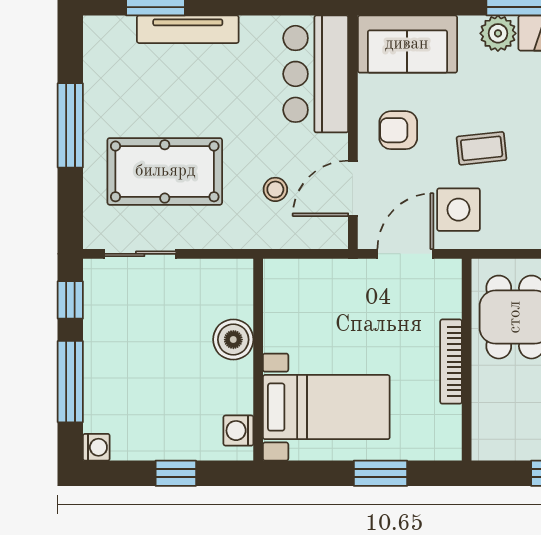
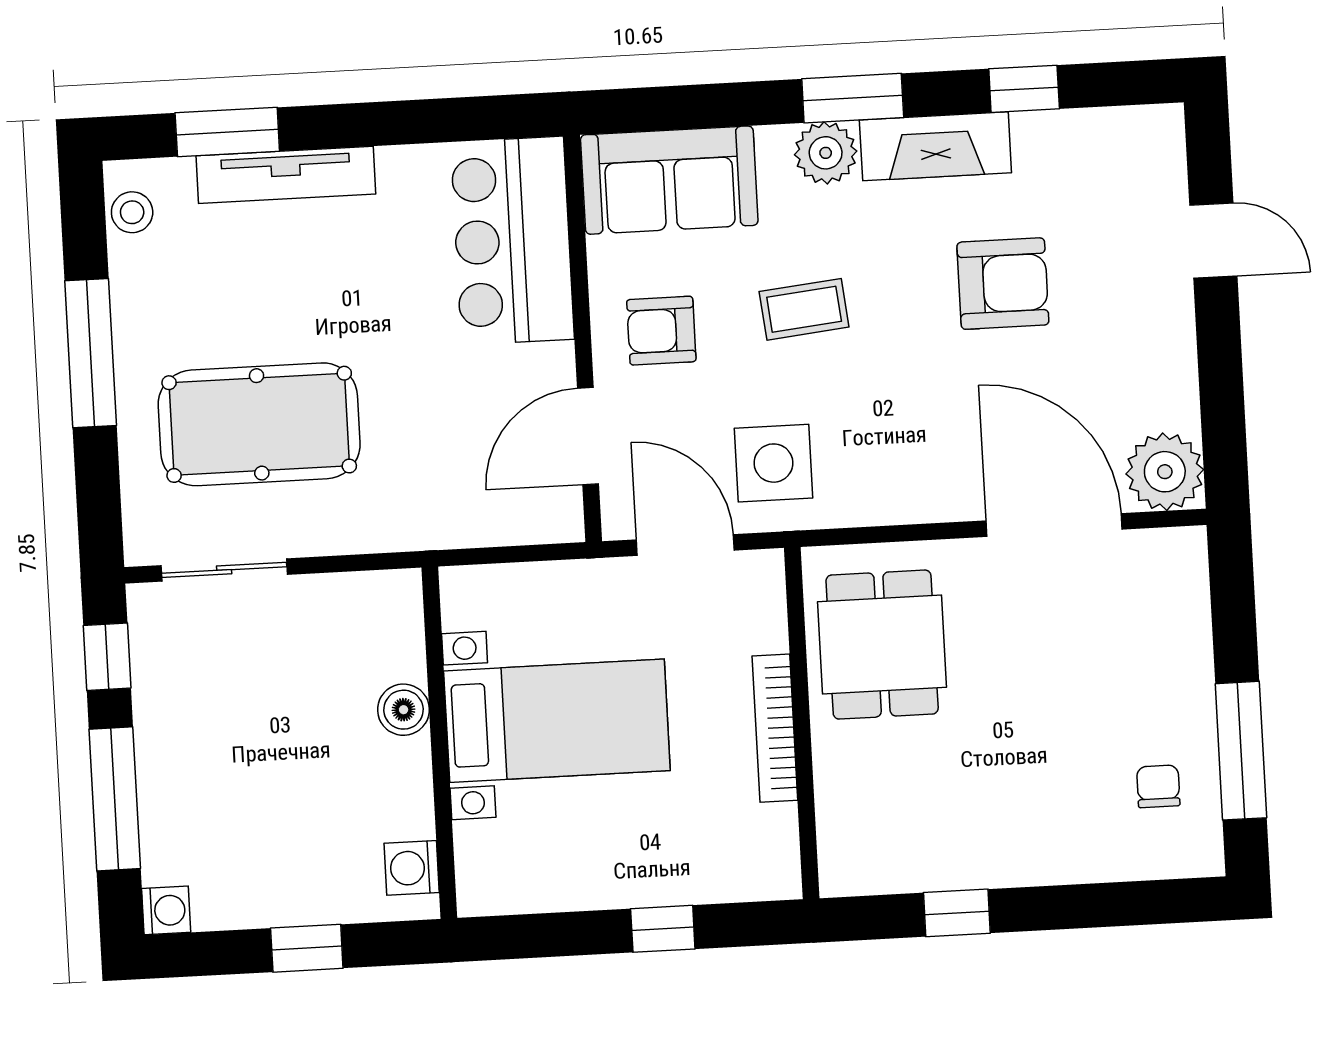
coffee table: (482, 148) -> (804, 309), moved
stool: (275, 189) -> (132, 212), moved
door: (405, 254) -> (685, 545), hinge flipped
boiler: (233, 340) -> (403, 710), width x0.73, depth x0.73
bed with nightstands: (326, 407) -> (557, 721), moved
window: (381, 473) -> (663, 929), width x0.67

